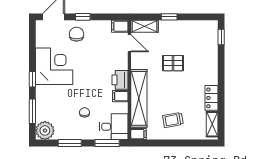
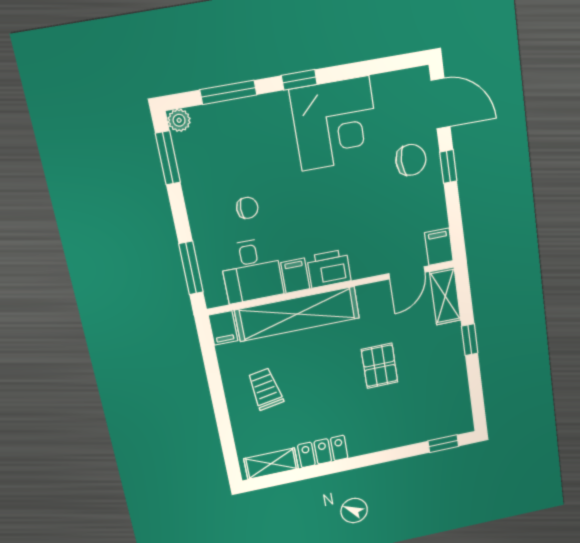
desk: (114, 127) -> (251, 270), moved
plant: (45, 130) -> (179, 120), width x0.53, depth x0.53
window: (70, 143) -> (168, 158), moved

